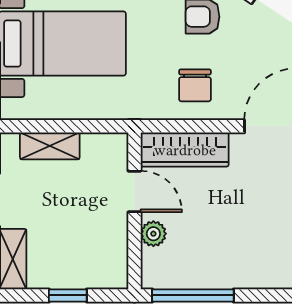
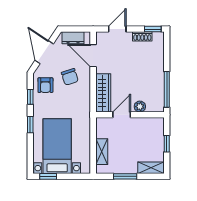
chair: (195, 85) -> (70, 77), moved, turned 72

